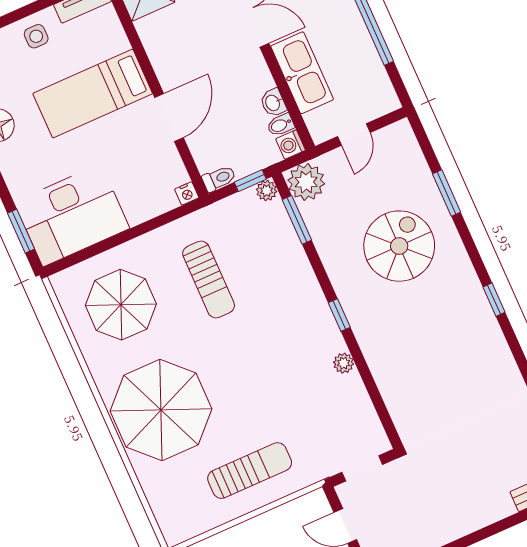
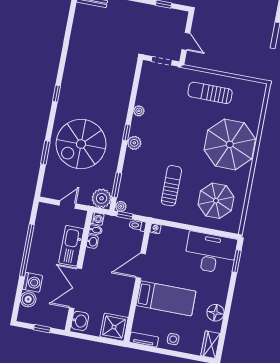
spiral stairs: (399, 246) -> (81, 144), width x1.37, depth x1.37
plant: (315, 307) -> (134, 143), added

